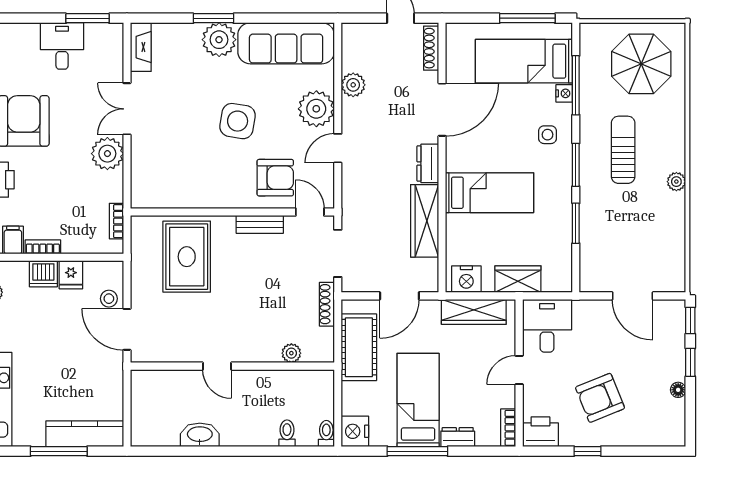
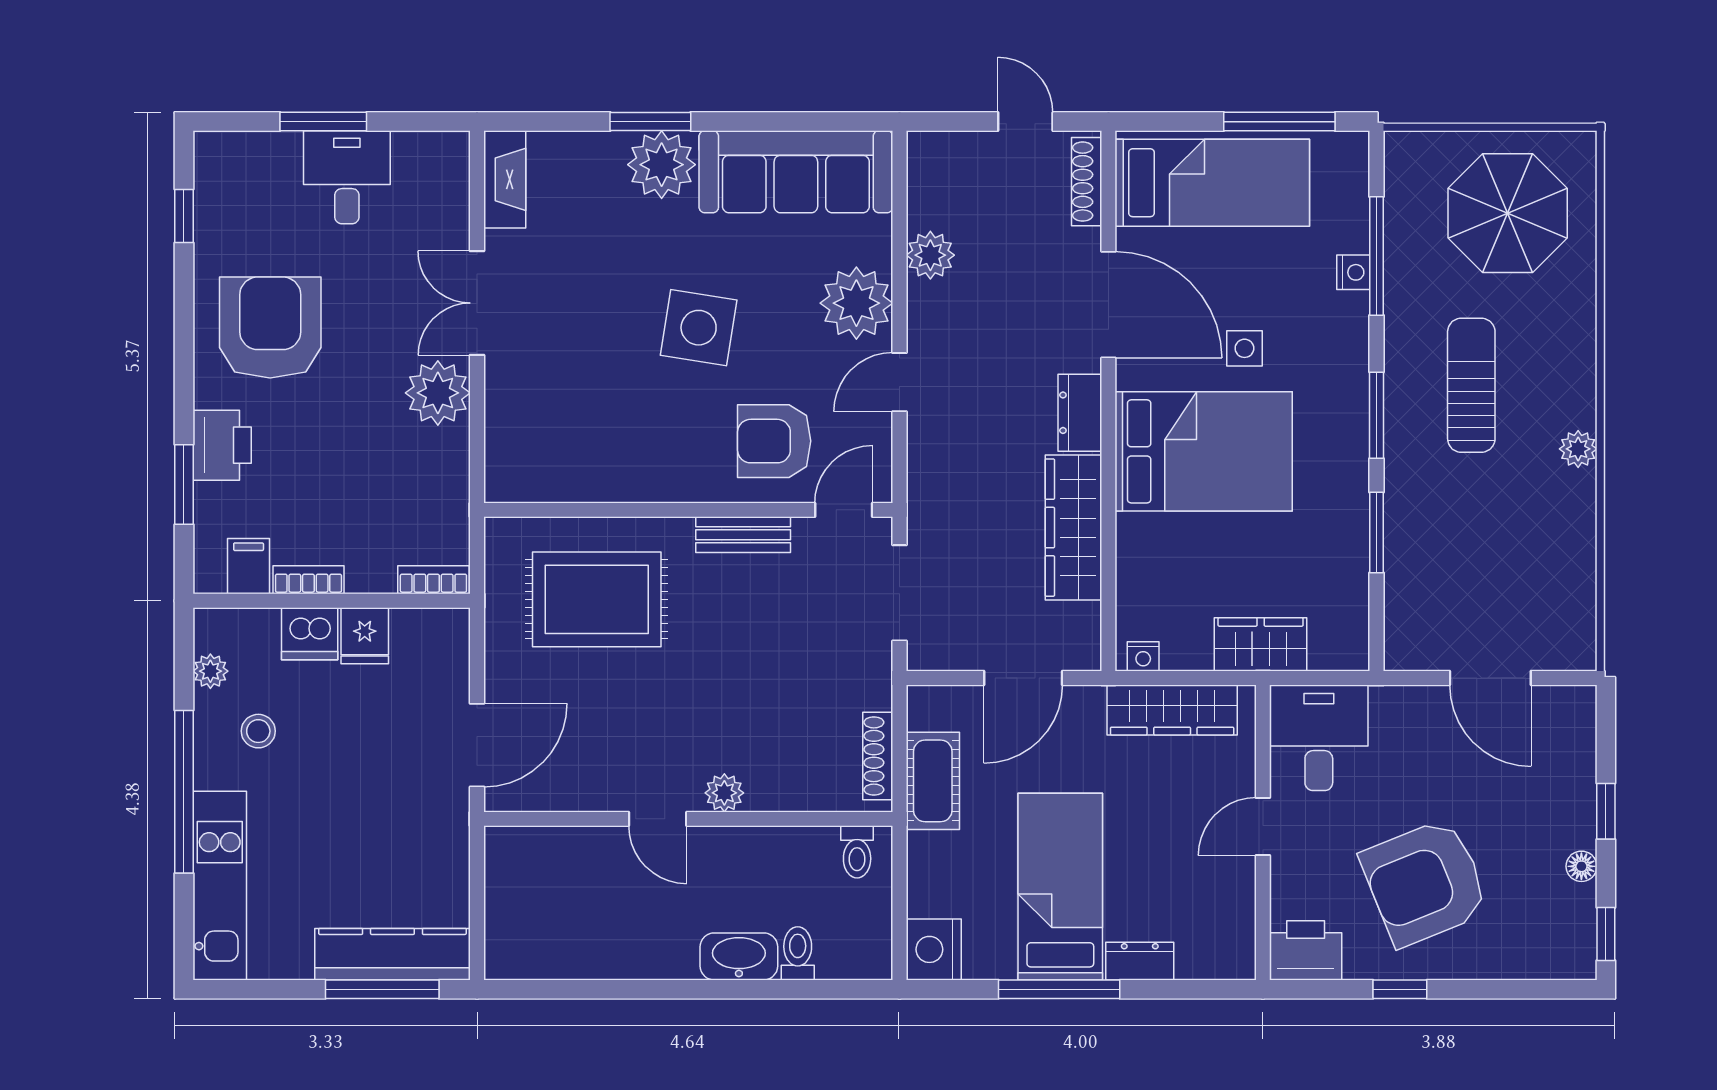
window: (88, 18) -> (323, 122), moved
bed: (524, 61) -> (1212, 183), moved, turned 180
door: (442, 110) -> (1108, 305), hinge flipped
side table: (548, 135) -> (1244, 348), moved
armchair: (275, 178) -> (774, 441), turned 180
bed: (490, 193) -> (1204, 451), width x1.50
door: (310, 212) -> (844, 510), hinge flipped
bookcase: (116, 221) -> (433, 580), moved, turned 90
rug: (187, 257) -> (597, 599), turned 90
nightstand: (466, 279) -> (1143, 656), width x0.53, depth x0.56
stool: (109, 299) -> (258, 731), moved
shoe rack: (327, 304) -> (878, 756), moved
window: (690, 321) -> (1606, 934), moved
door: (127, 329) -> (477, 745), swing flipped
cot: (359, 347) -> (933, 781), width x0.73, depth x0.75
plant: (291, 353) -> (724, 793), moved
armchair: (600, 398) -> (1425, 882), width x1.36, depth x1.36
bookcase: (508, 428) -> (1241, 942), removed
toilet: (326, 434) -> (857, 852), moved, turned 180
washbasin: (200, 435) -> (739, 956), moved
window: (59, 451) -> (382, 989), moved

